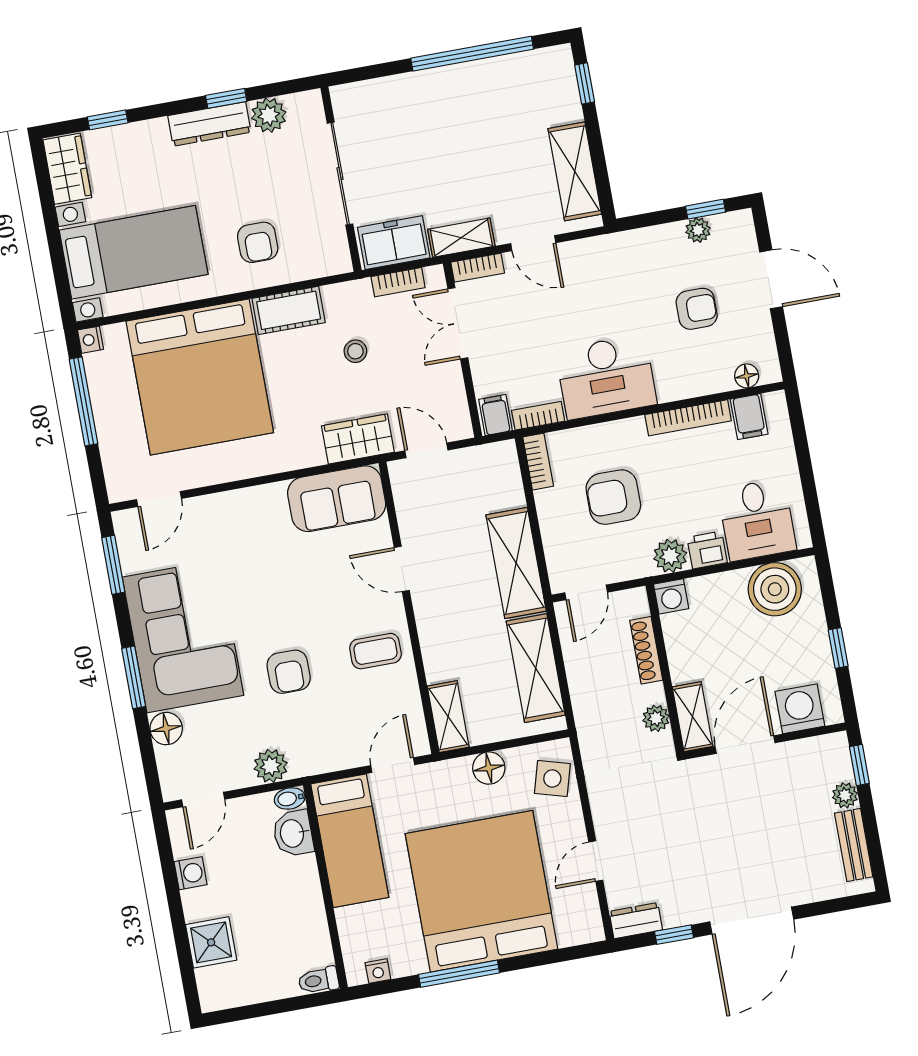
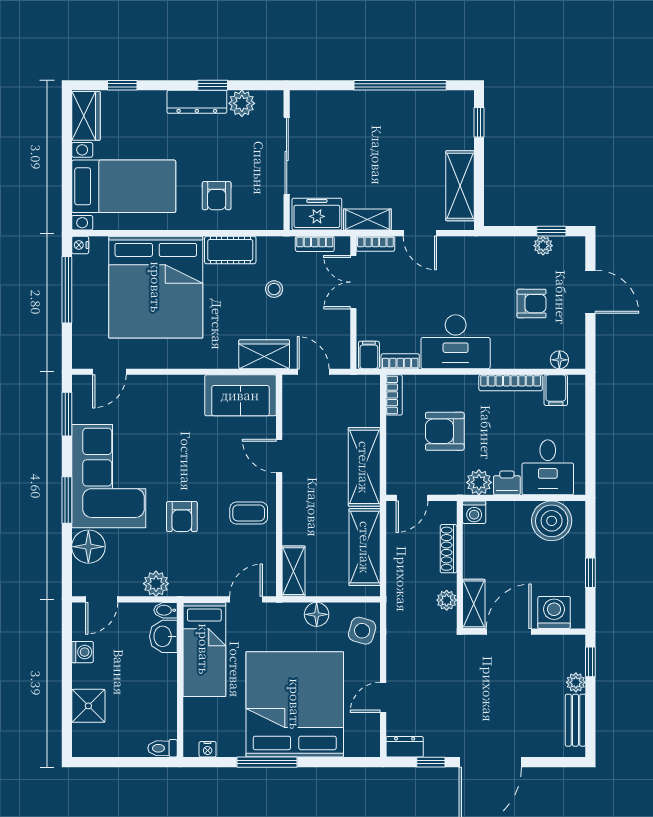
floor lamp: (166, 729) -> (88, 547), width x1.38, depth x1.38

